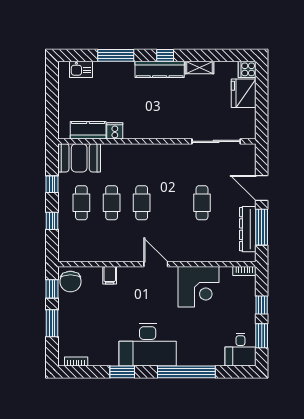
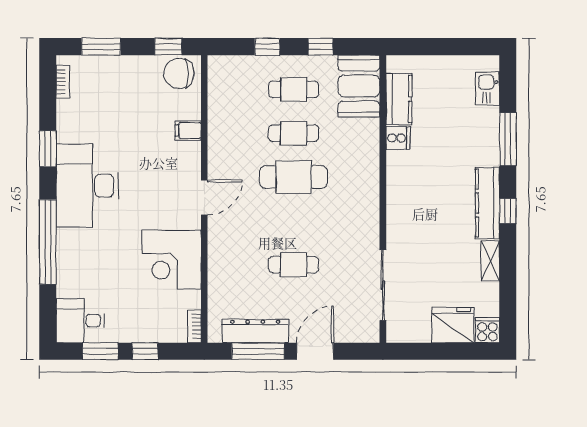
cafe table: (142, 203) -> (294, 177), width x1.37, depth x1.35
window: (52, 323) -> (101, 47), moved

